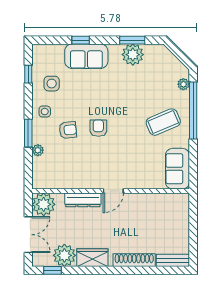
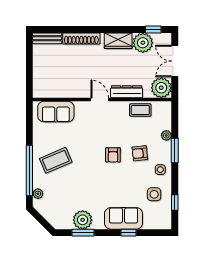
sofa: (177, 169) -> (56, 112), moved, turned 90
coffee table: (67, 179) -> (140, 110), added
door: (113, 191) -> (100, 100), hinge flipped

